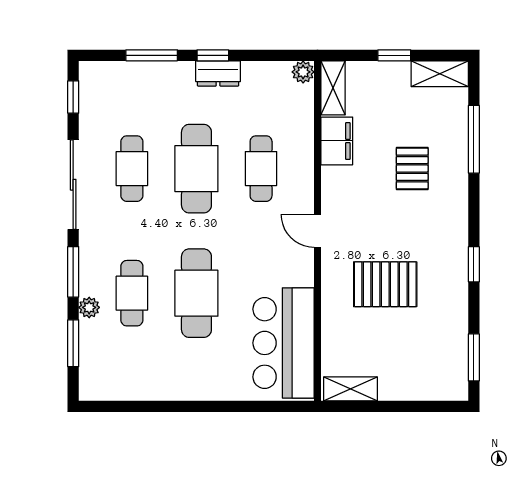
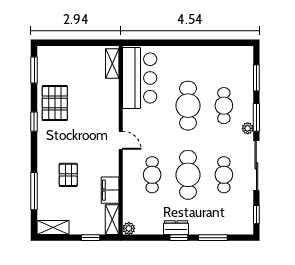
window: (394, 55) -> (91, 238), moved
pallet: (385, 284) -> (55, 103), moved, turned 90
plant: (89, 307) -> (248, 128), moved
shelving: (351, 389) -> (112, 63), moved, turned 90

